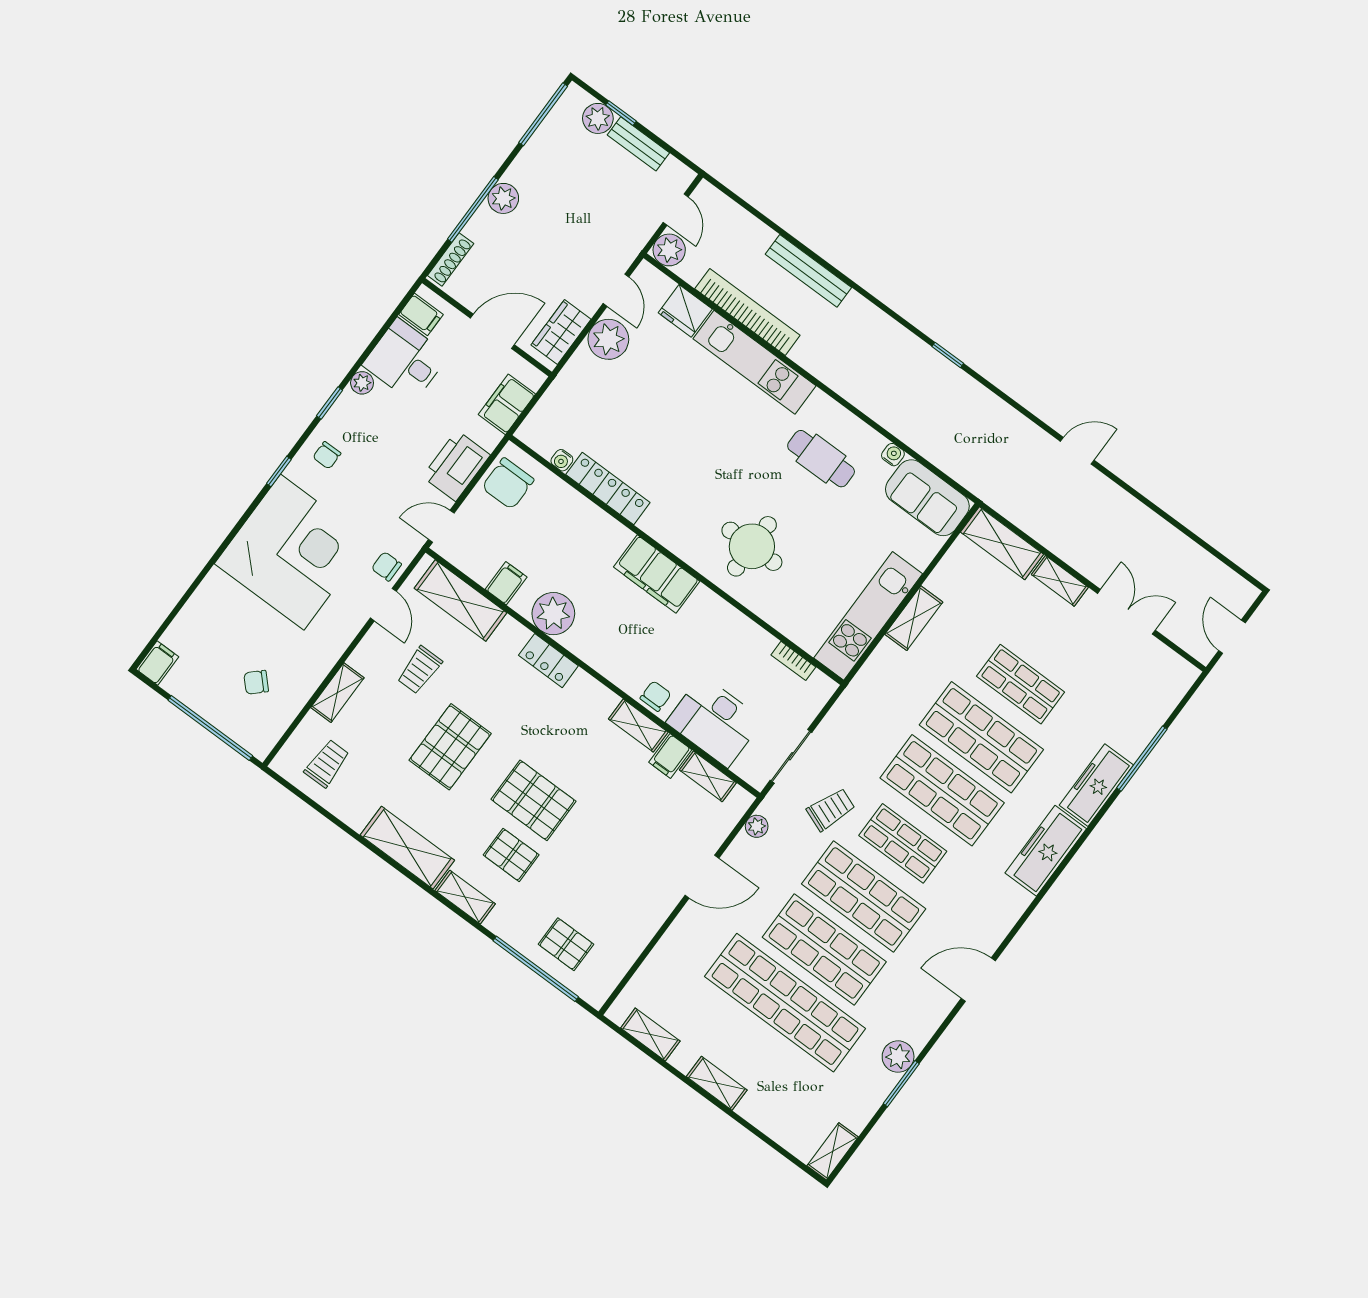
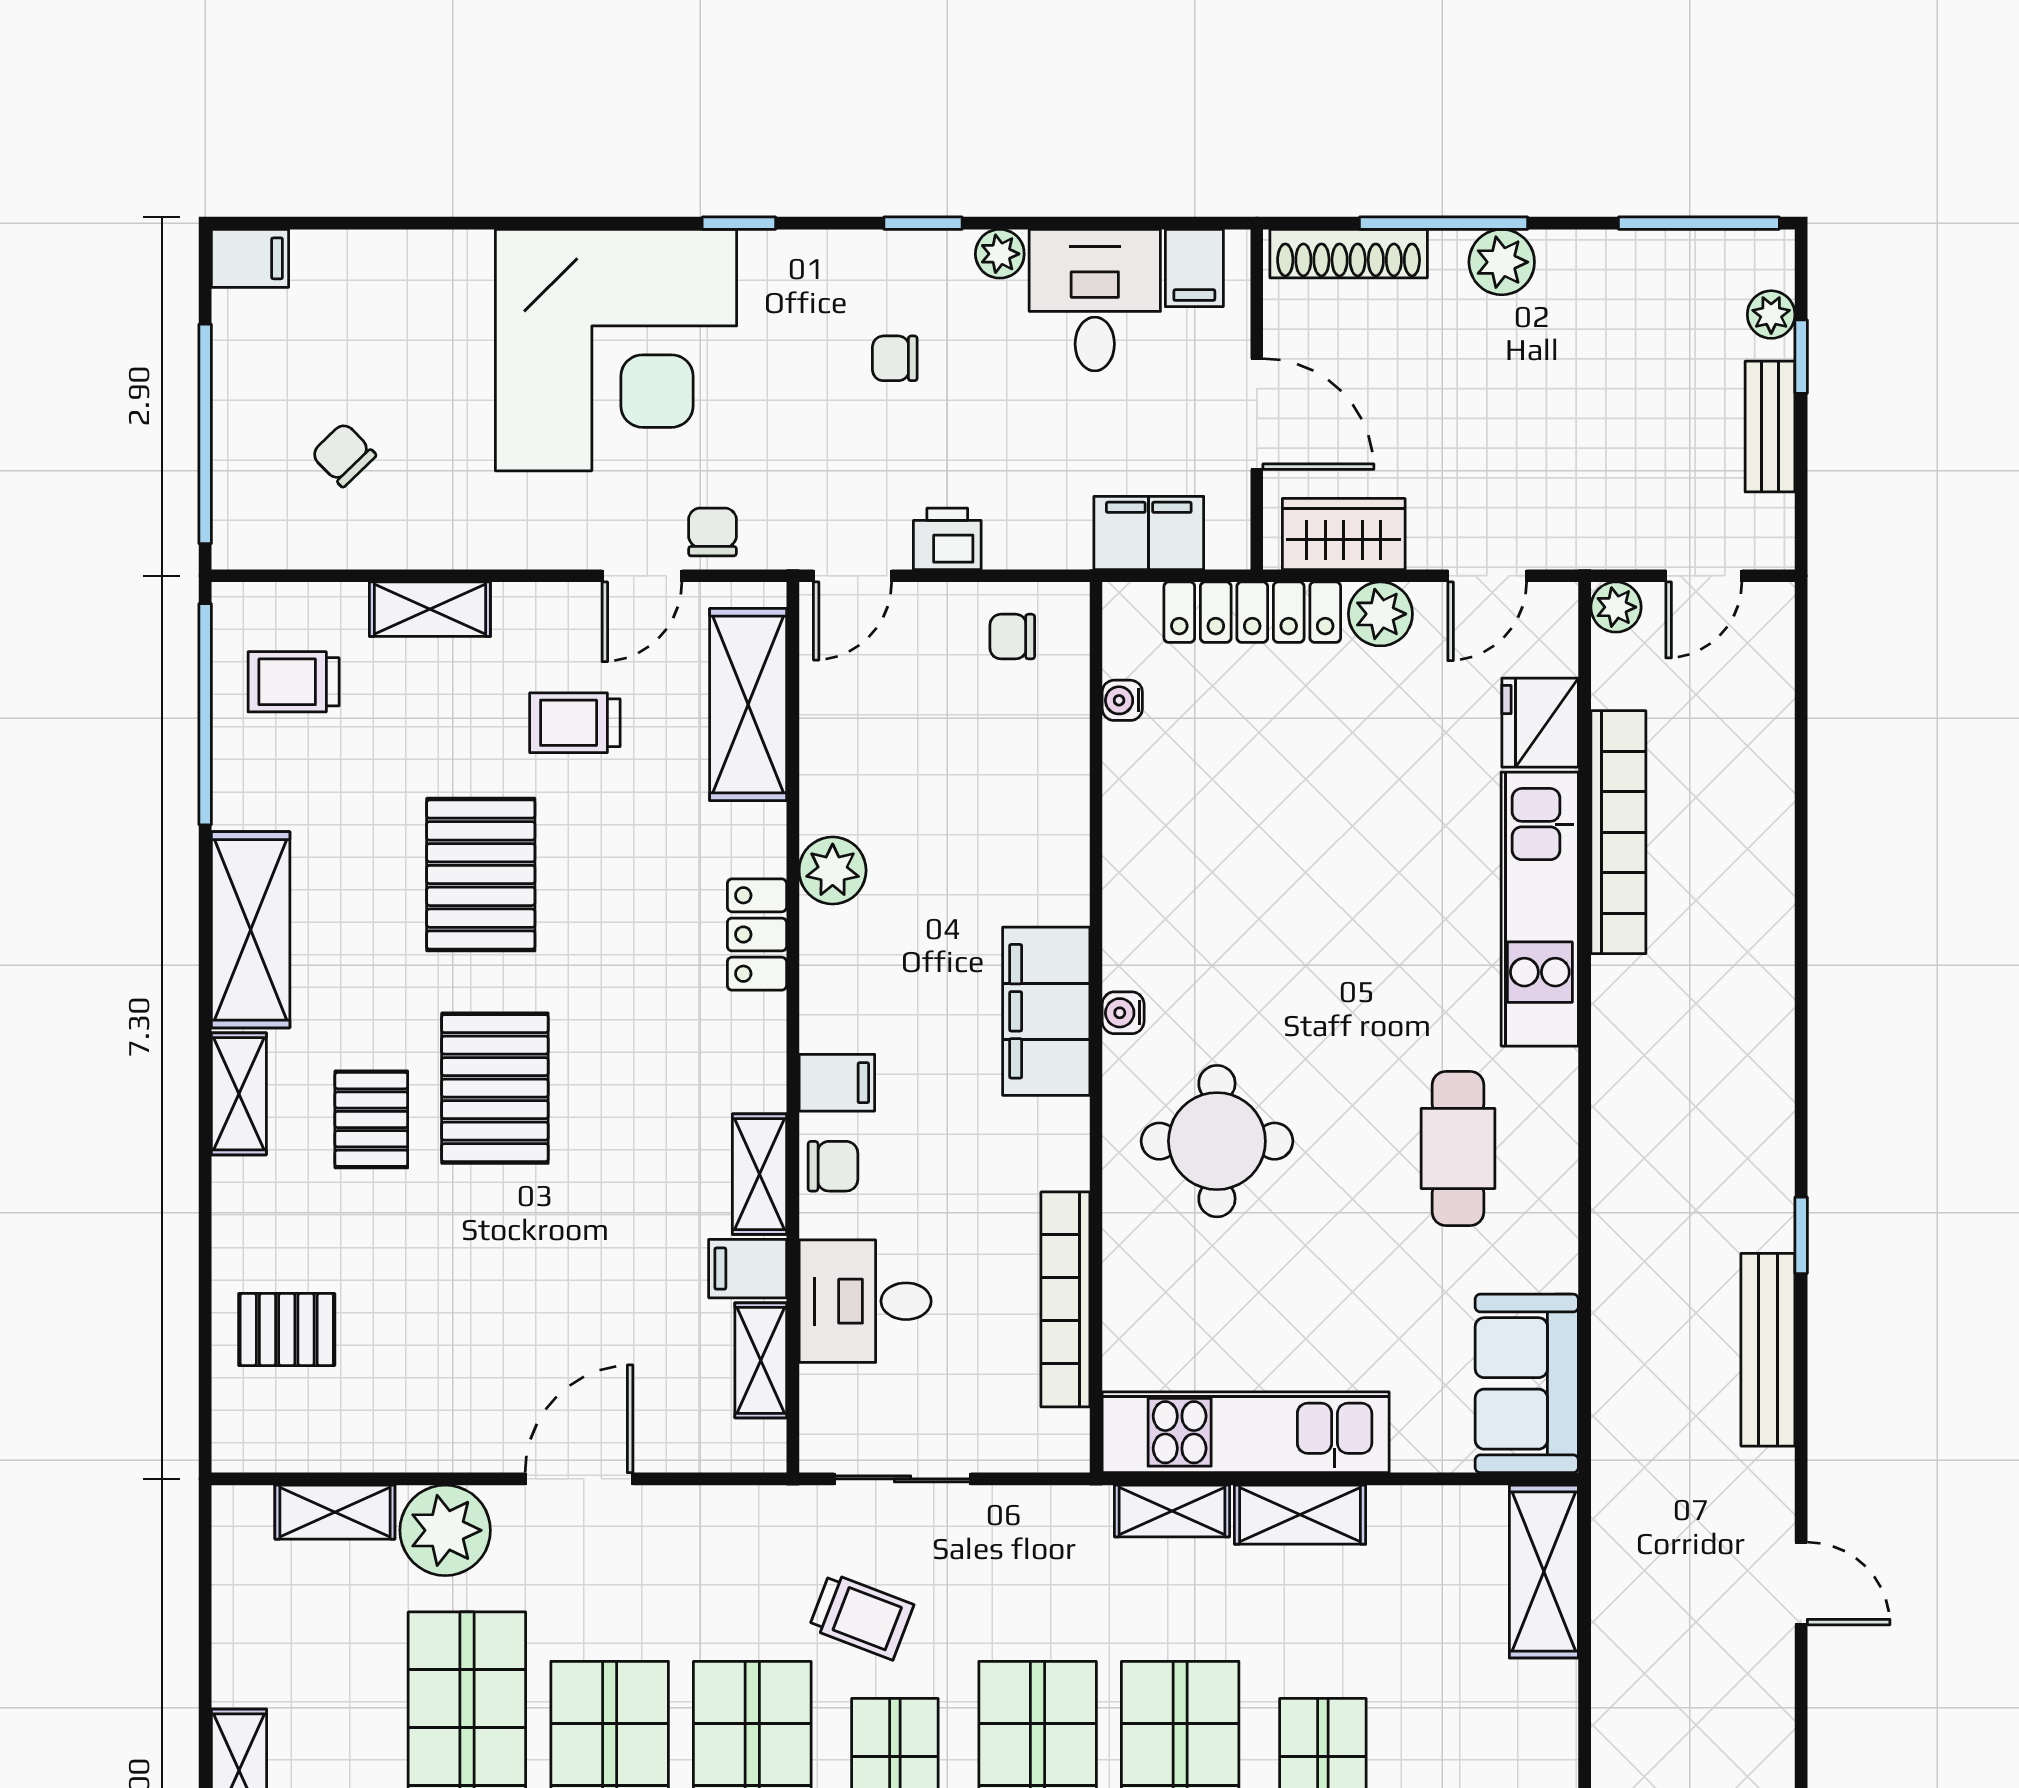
plant: (598, 118) -> (1771, 315), width x0.73, depth x0.73
plant: (669, 250) -> (1616, 607), width x0.73, depth x0.73
shoe rack: (451, 260) -> (1349, 254), width x1.36, depth x1.24
bench: (808, 271) -> (1768, 1350), moved
plant: (608, 339) -> (1380, 614), width x0.73, depth x0.73
chair: (327, 455) -> (895, 358), moved
water cooler: (893, 455) -> (1123, 1013), moved, turned 180
printer: (456, 466) -> (947, 539), width x0.53, depth x0.68
chair: (508, 484) -> (1012, 637), width x0.54, depth x0.54
locker: (608, 488) -> (1252, 612), moved, turned 90
door: (441, 526) -> (853, 576), swing flipped
shelving: (1060, 581) -> (1172, 1511), moved, turned 90
filing cabinet: (506, 583) -> (837, 1083), moved
plant: (553, 614) -> (833, 870), width x0.73, depth x0.73
bookcase: (793, 661) -> (1065, 1299), width x2.31, depth x1.31
desk: (715, 721) -> (865, 1301), width x0.73
pallet: (450, 747) -> (481, 875), turned 90
trolley: (327, 763) -> (294, 682), turned 180
plant: (757, 826) -> (445, 1530), moved, width x1.88, depth x1.88
door: (702, 877) -> (579, 1479), swing flipped
pallet: (566, 944) -> (287, 1329), turned 90
window: (536, 969) -> (205, 714), moved
shelving: (650, 1034) -> (335, 1512), moved, turned 90

